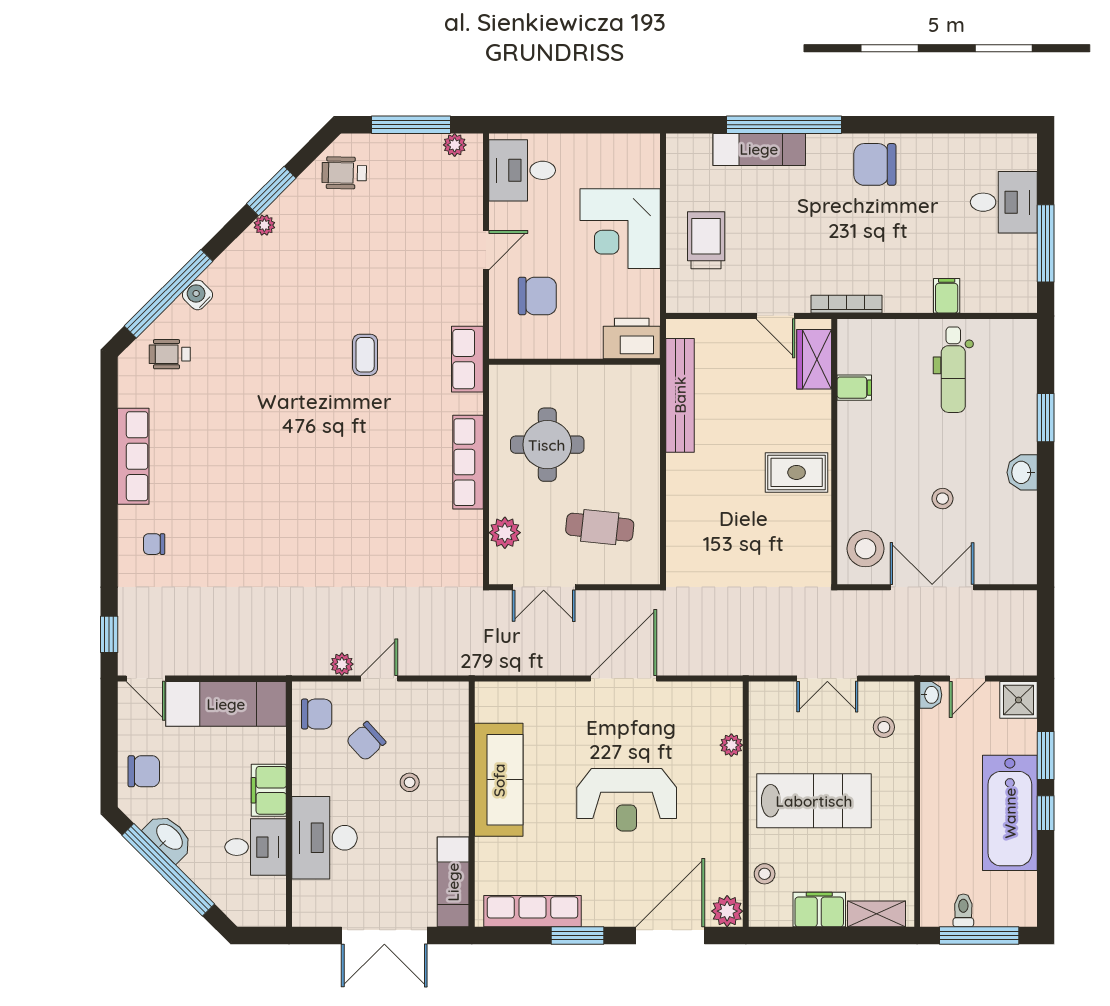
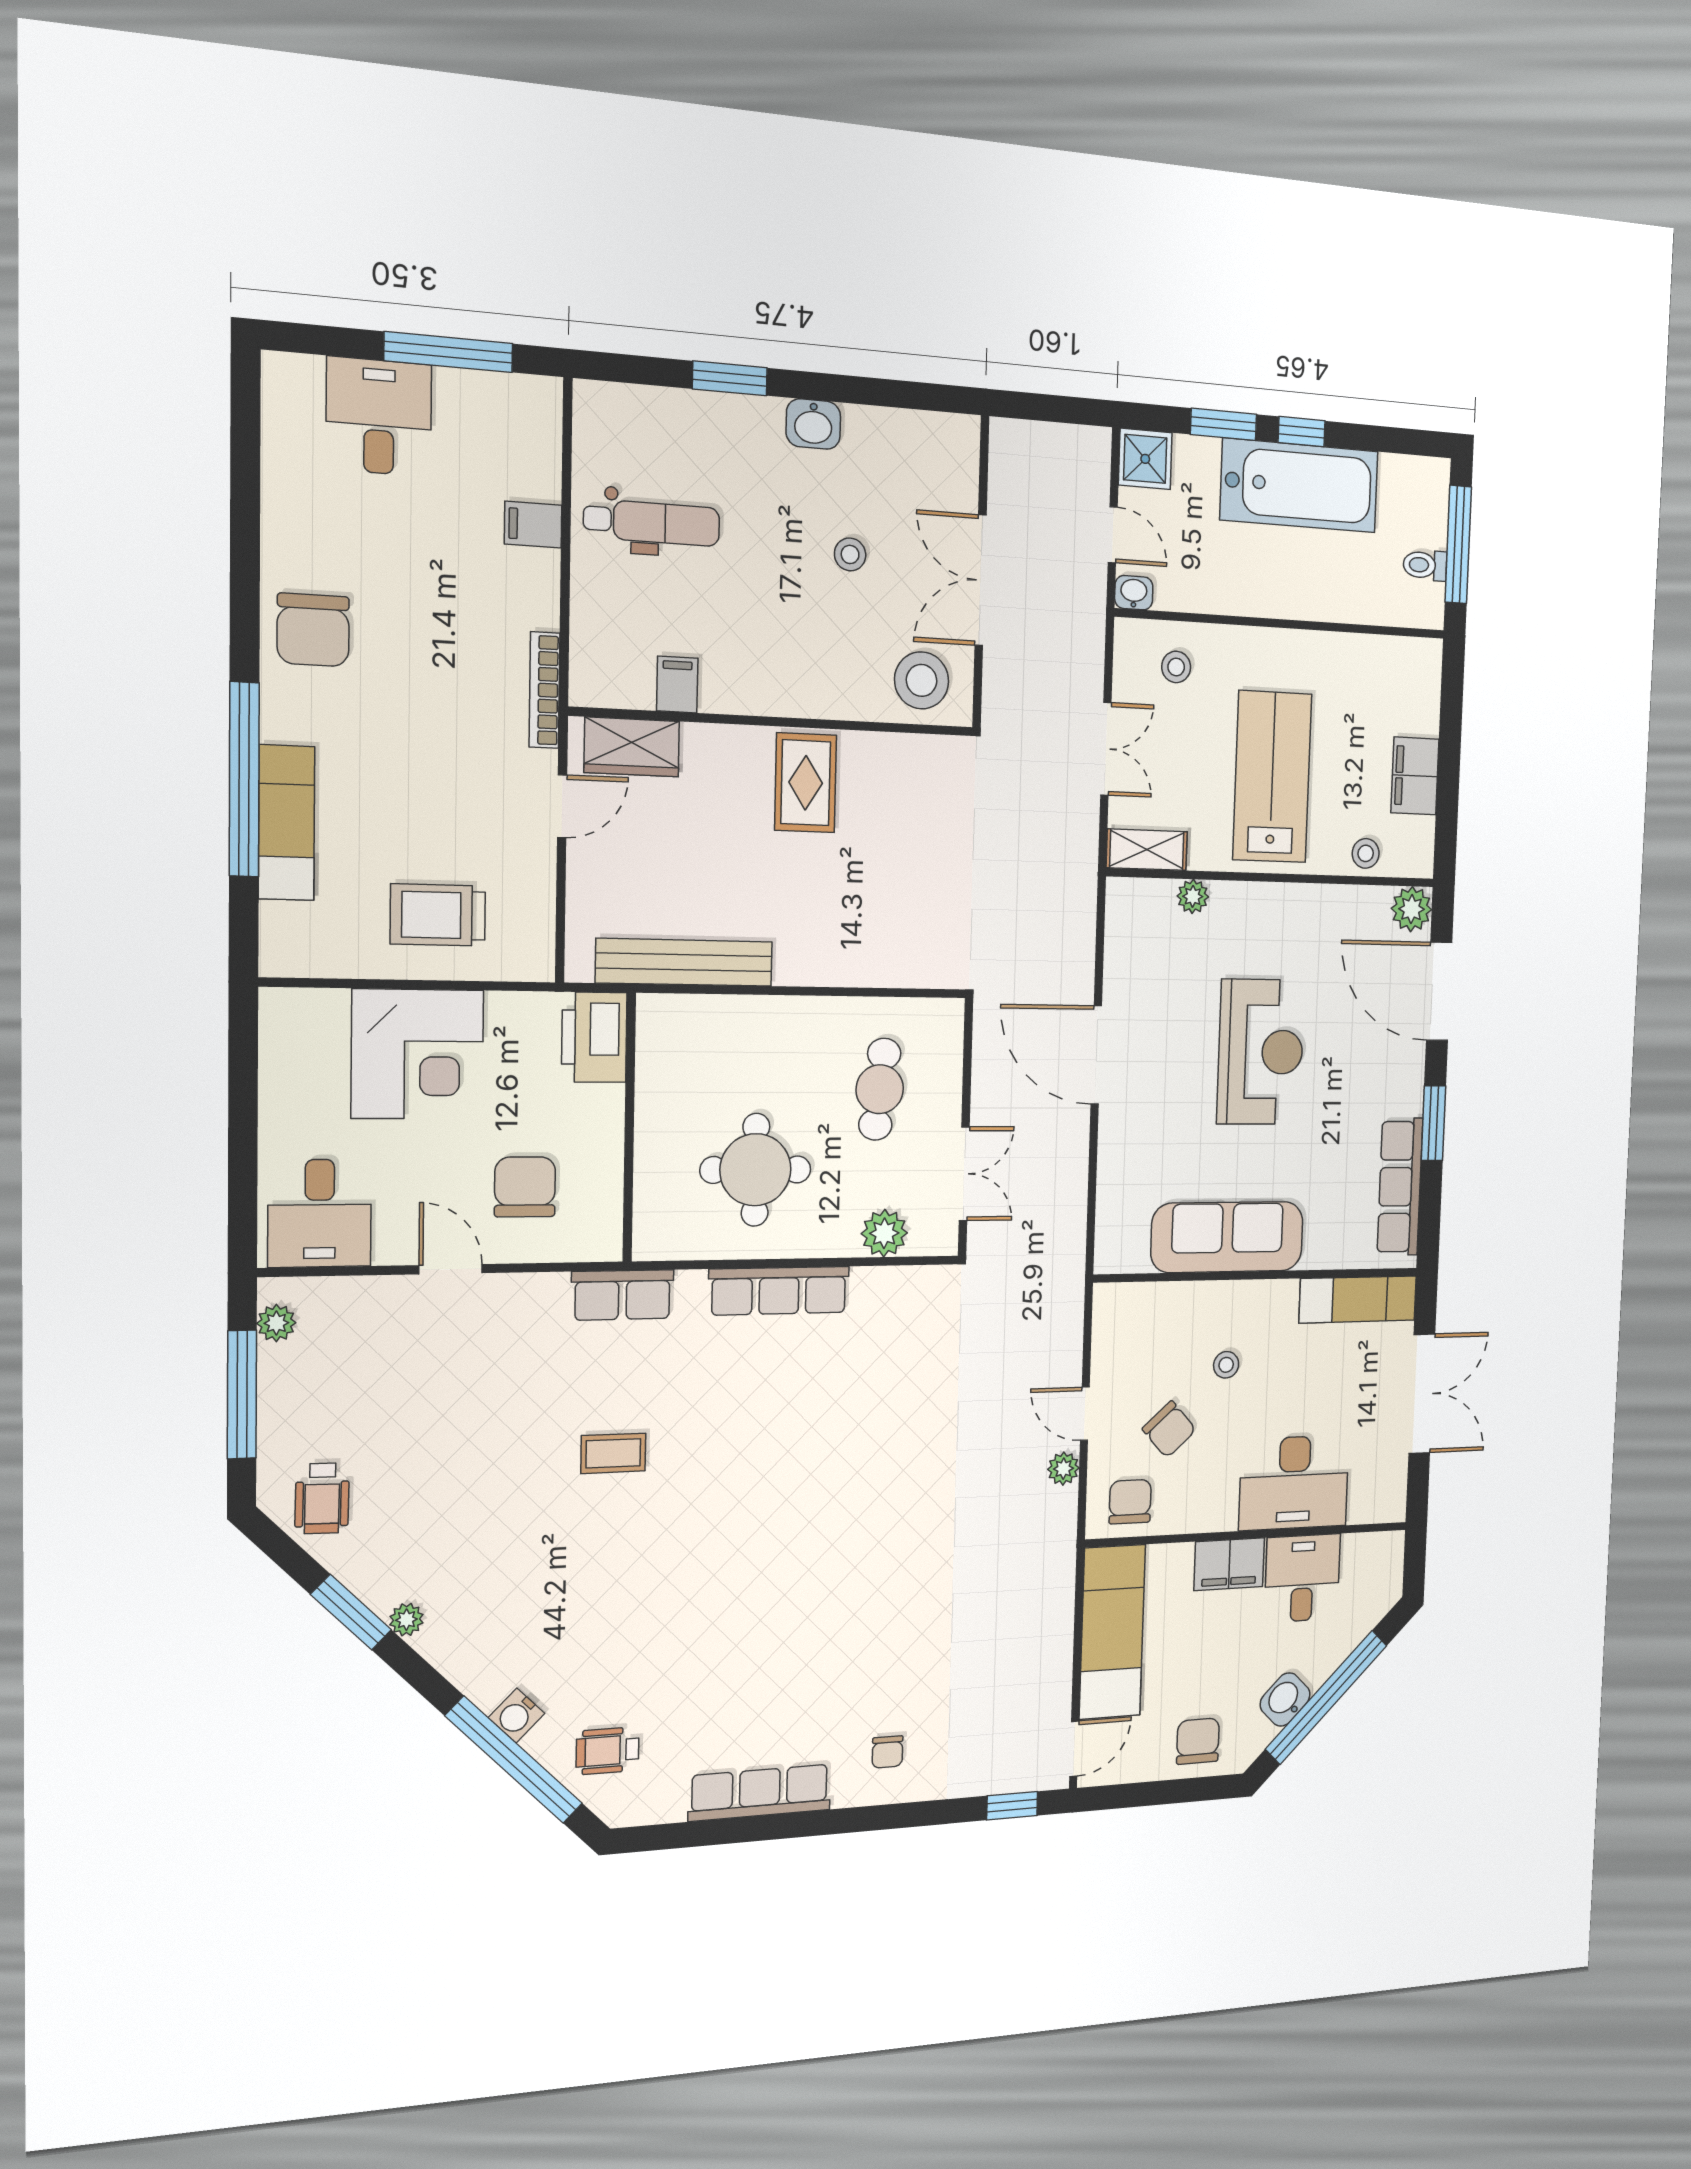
wheelchair: (170, 354) -> (608, 1751), turned 90
washbasin: (169, 837) -> (1285, 1699), width x0.72
shelving: (877, 914) -> (1147, 850), moved, turned 90

